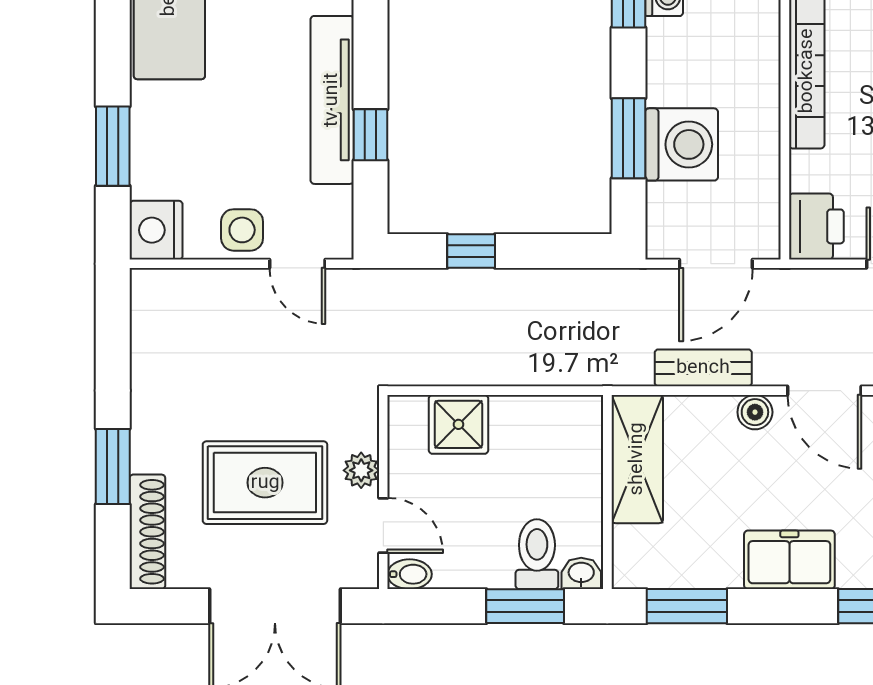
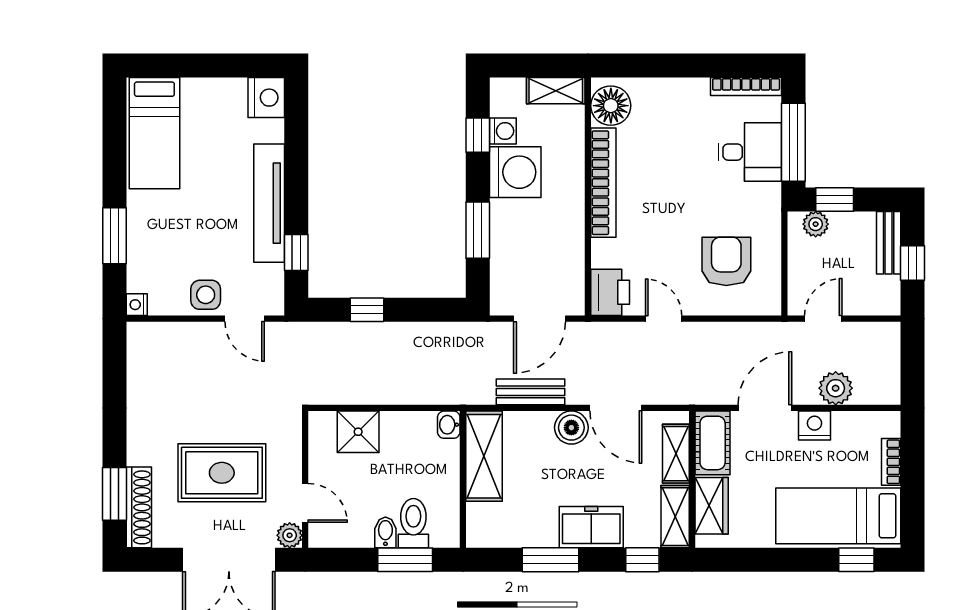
window: (371, 135) -> (296, 253), moved
washing machine: (682, 144) -> (515, 172), moved
nightstand: (156, 230) -> (137, 305), width x0.53, depth x0.56
boiler: (755, 412) -> (571, 428), width x1.36, depth x1.36
window: (113, 467) -> (115, 494), moved
plant: (361, 470) -> (290, 535), moved
washbasin: (581, 573) -> (449, 425), moved, turned -90
bidet: (410, 574) -> (385, 532), moved, turned -90
window: (687, 606) -> (551, 560), moved

